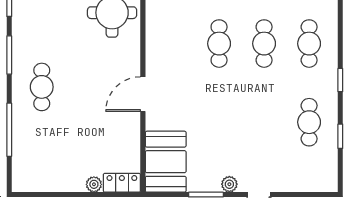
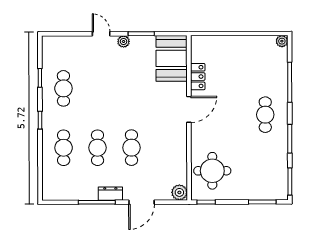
locker: (122, 183) -> (198, 77), moved, turned -90
plant: (94, 184) -> (282, 41), moved

